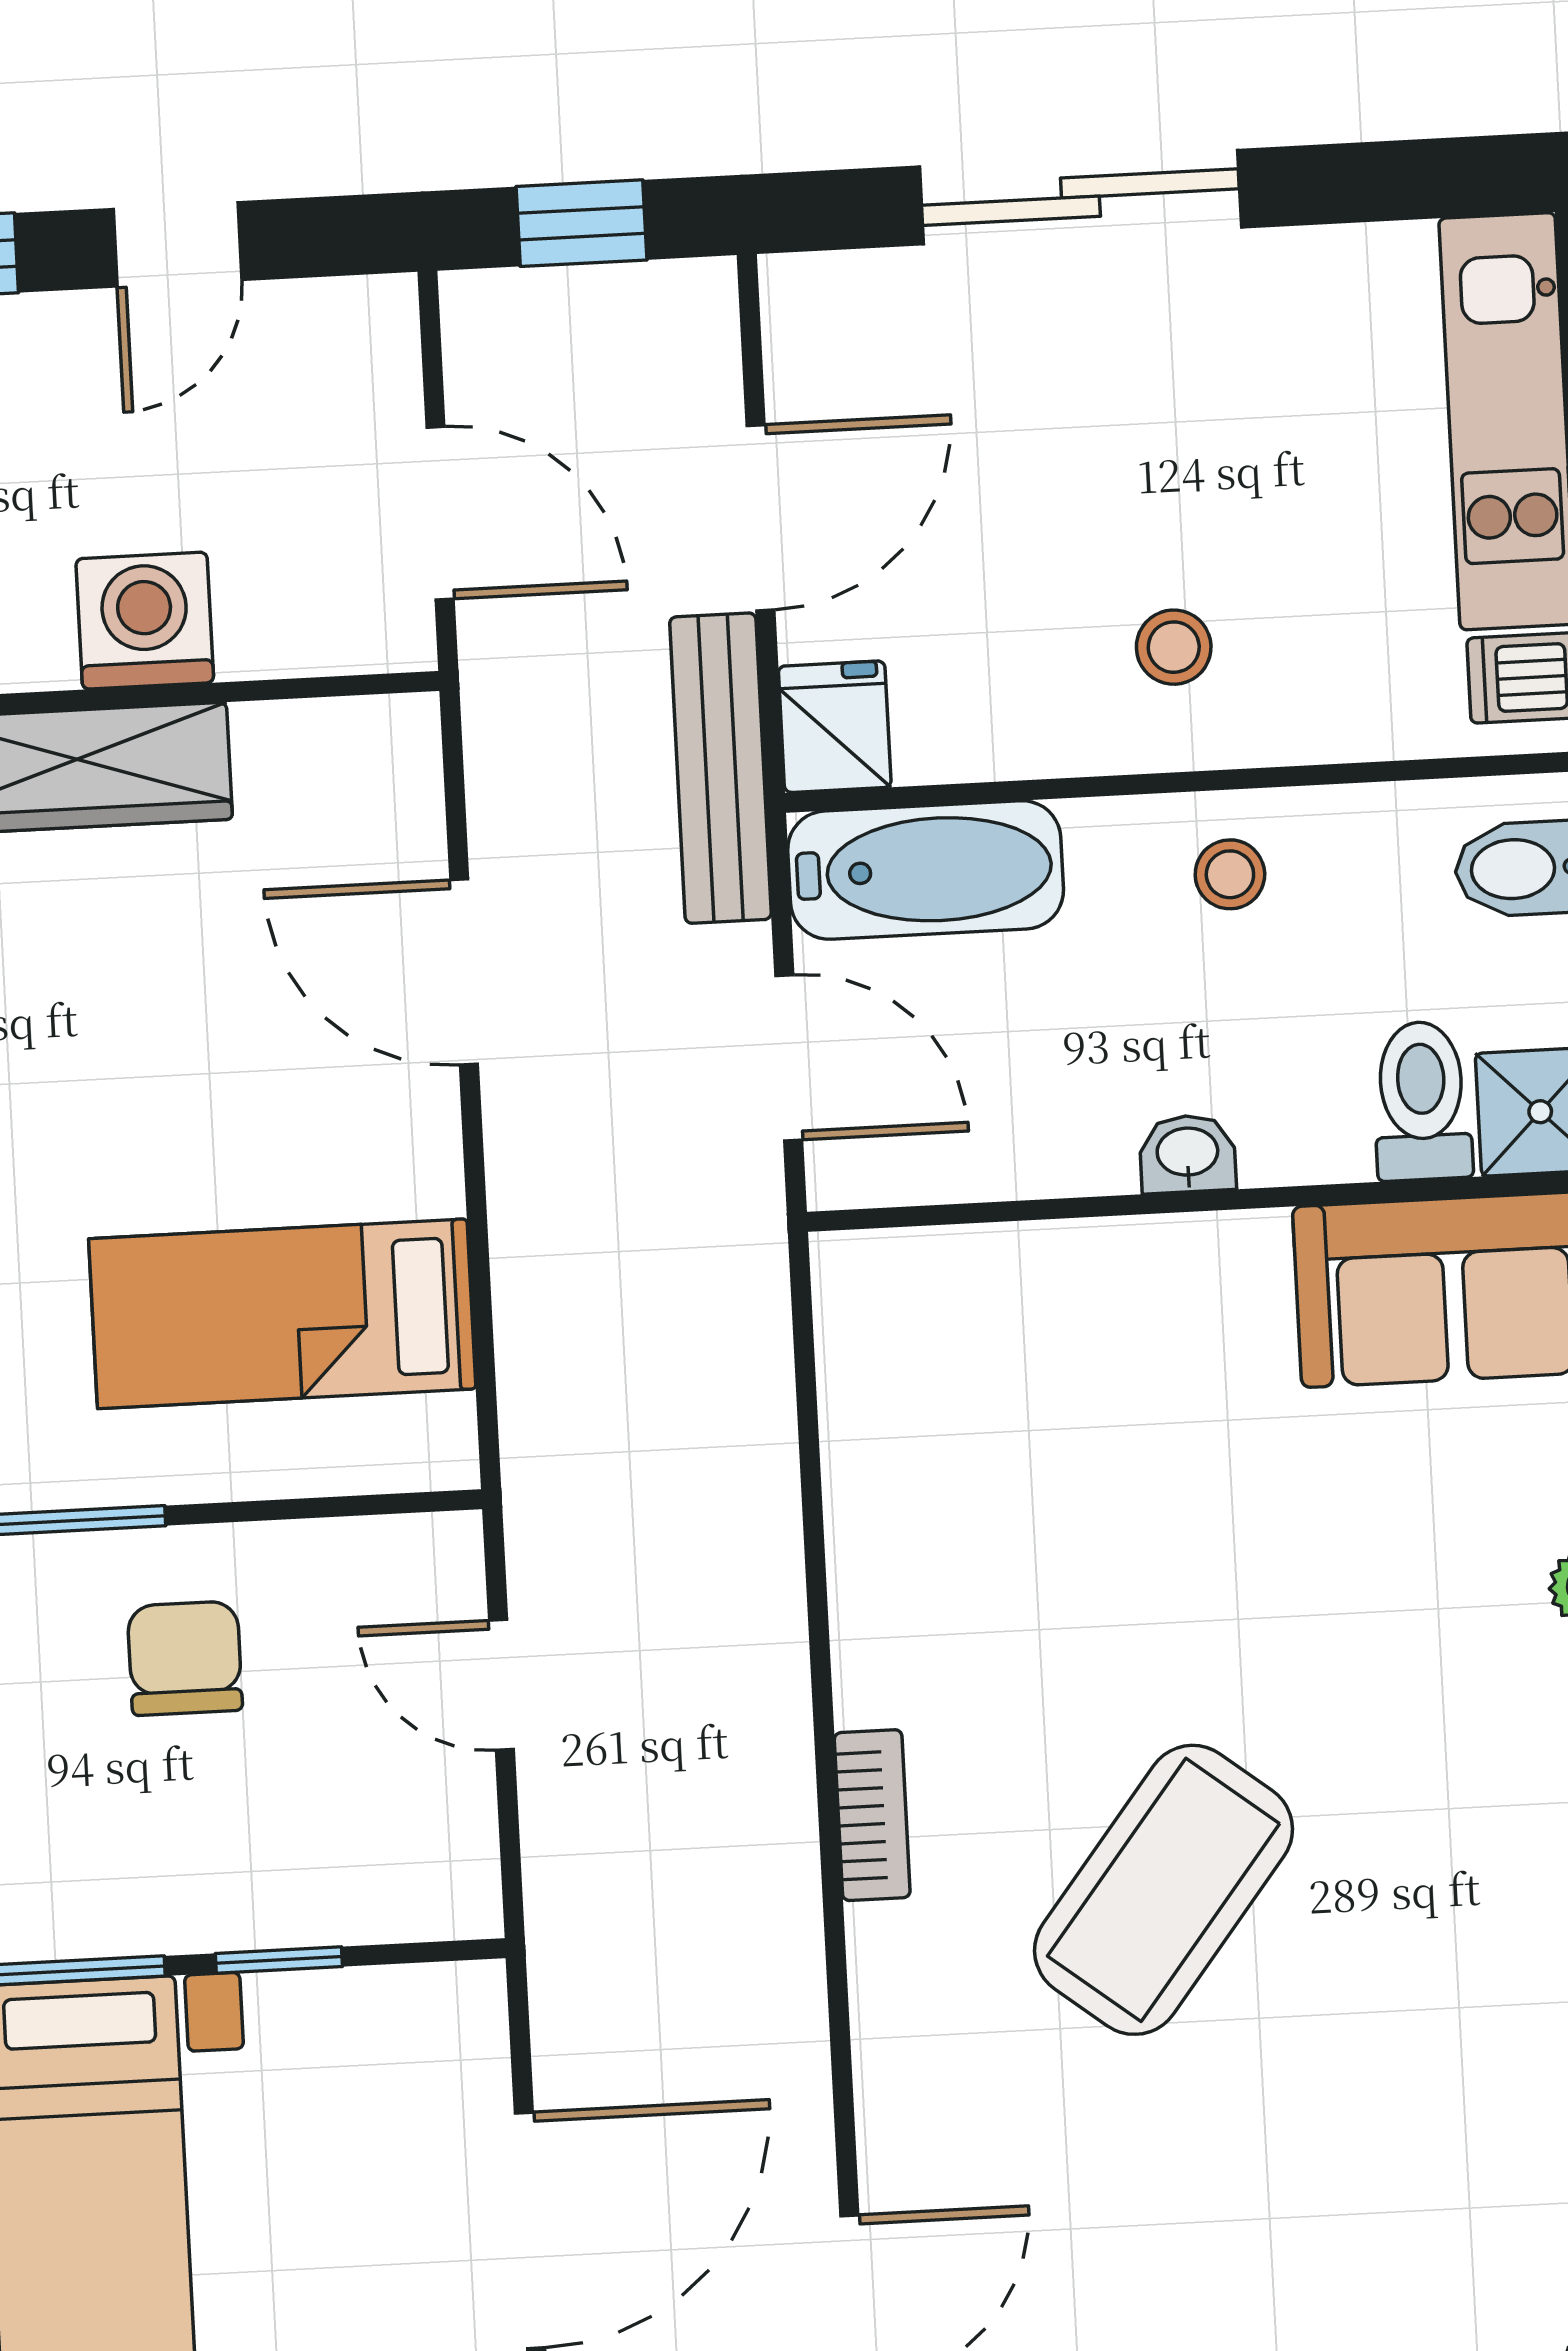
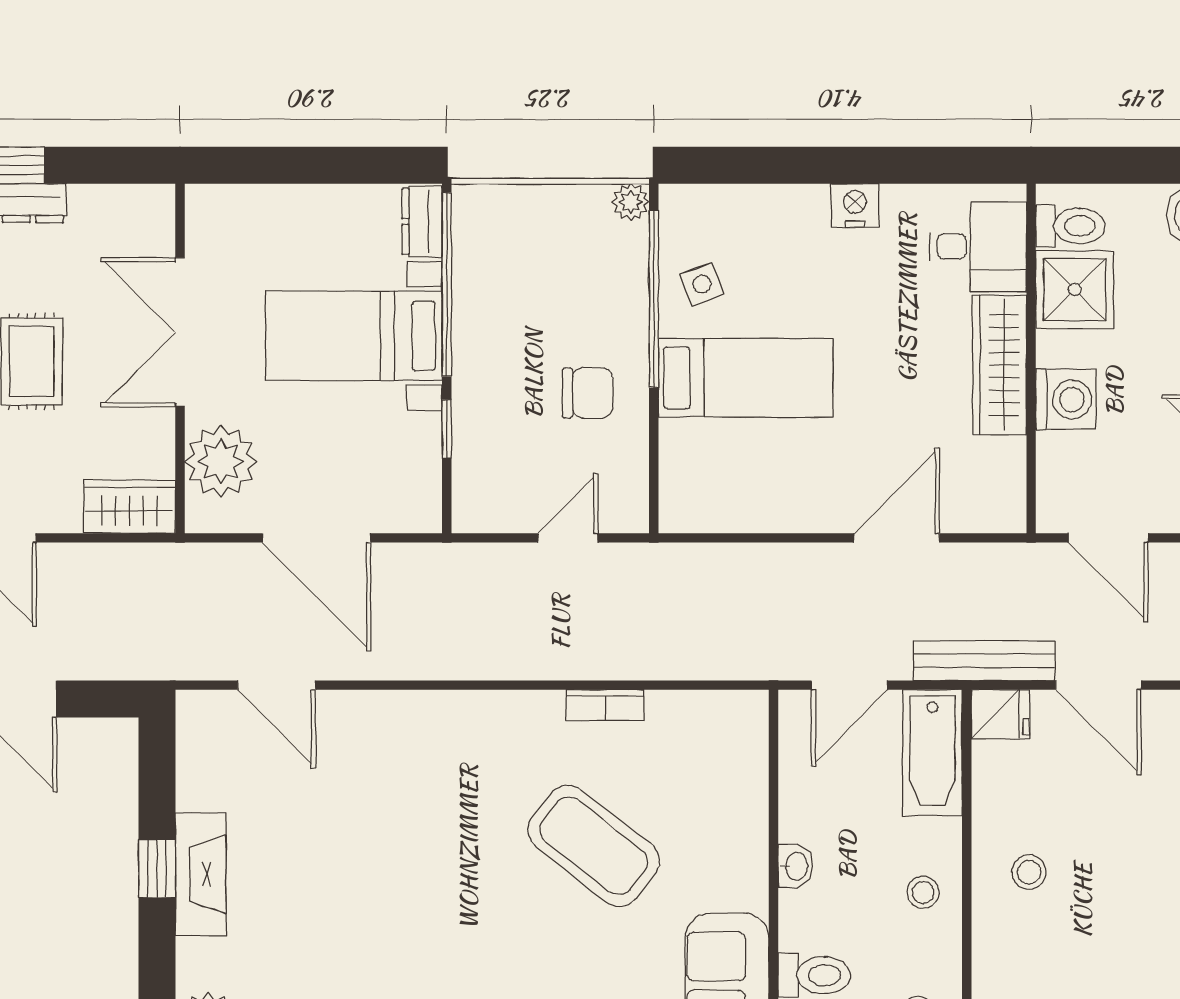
door: (440, 513) -> (1108, 538), hinge flipped
bed: (282, 1314) -> (746, 378), moved, turned 90
bookcase: (872, 1815) -> (605, 705), moved
coffee table: (1164, 1890) -> (594, 846), moved

